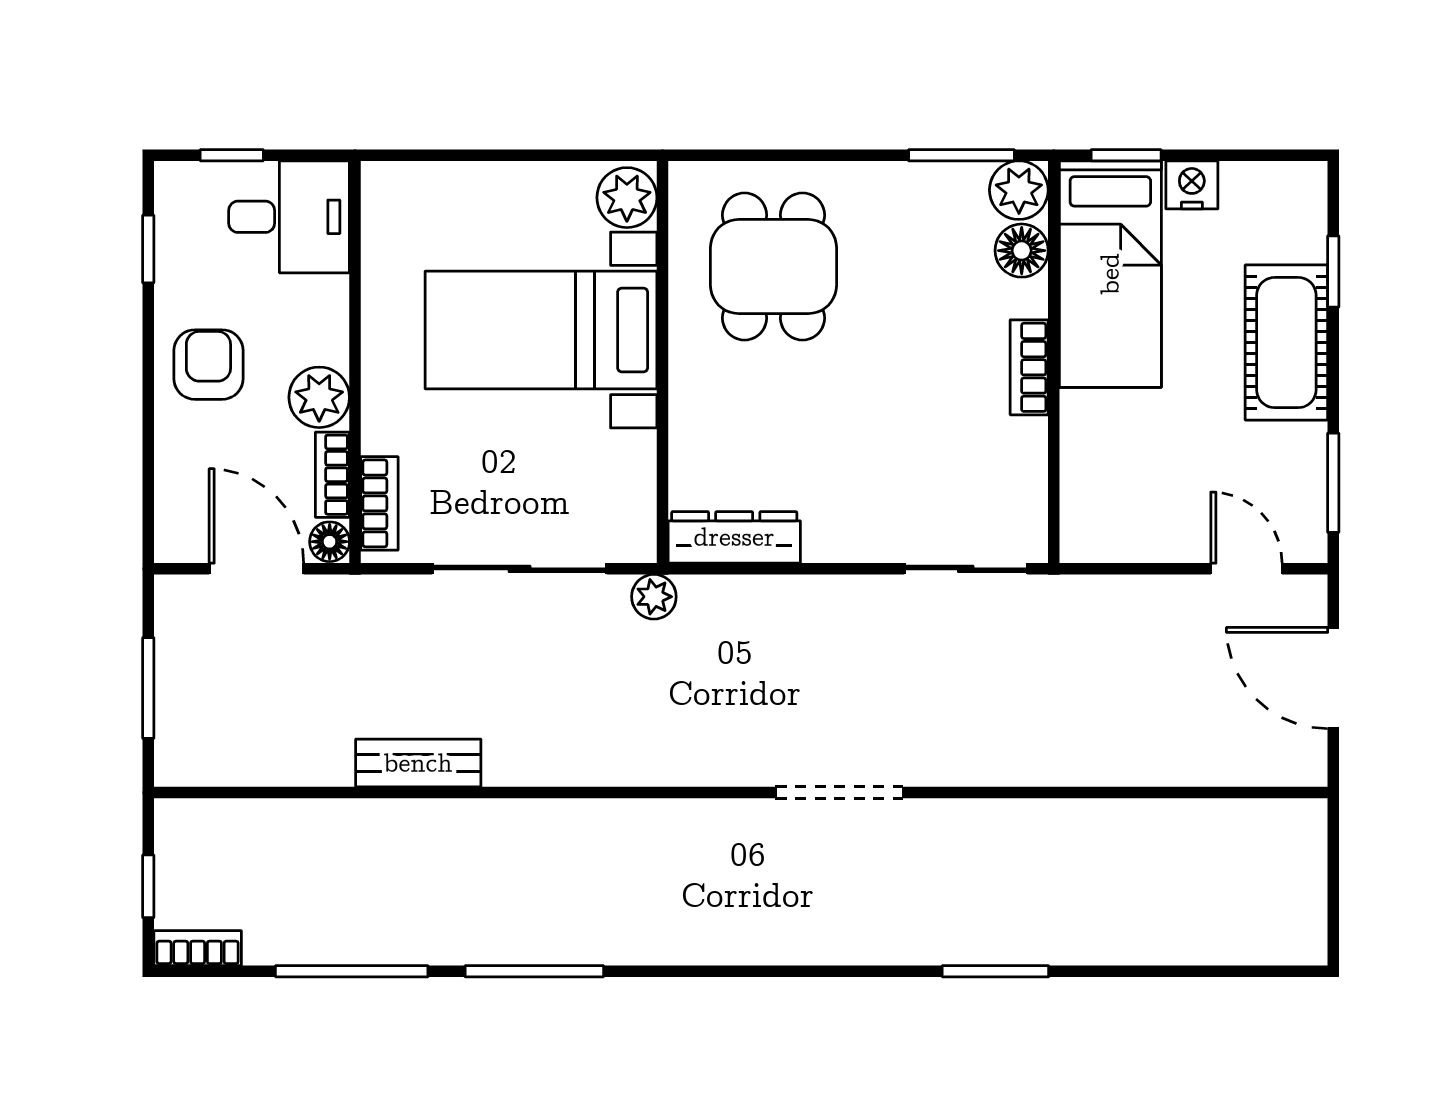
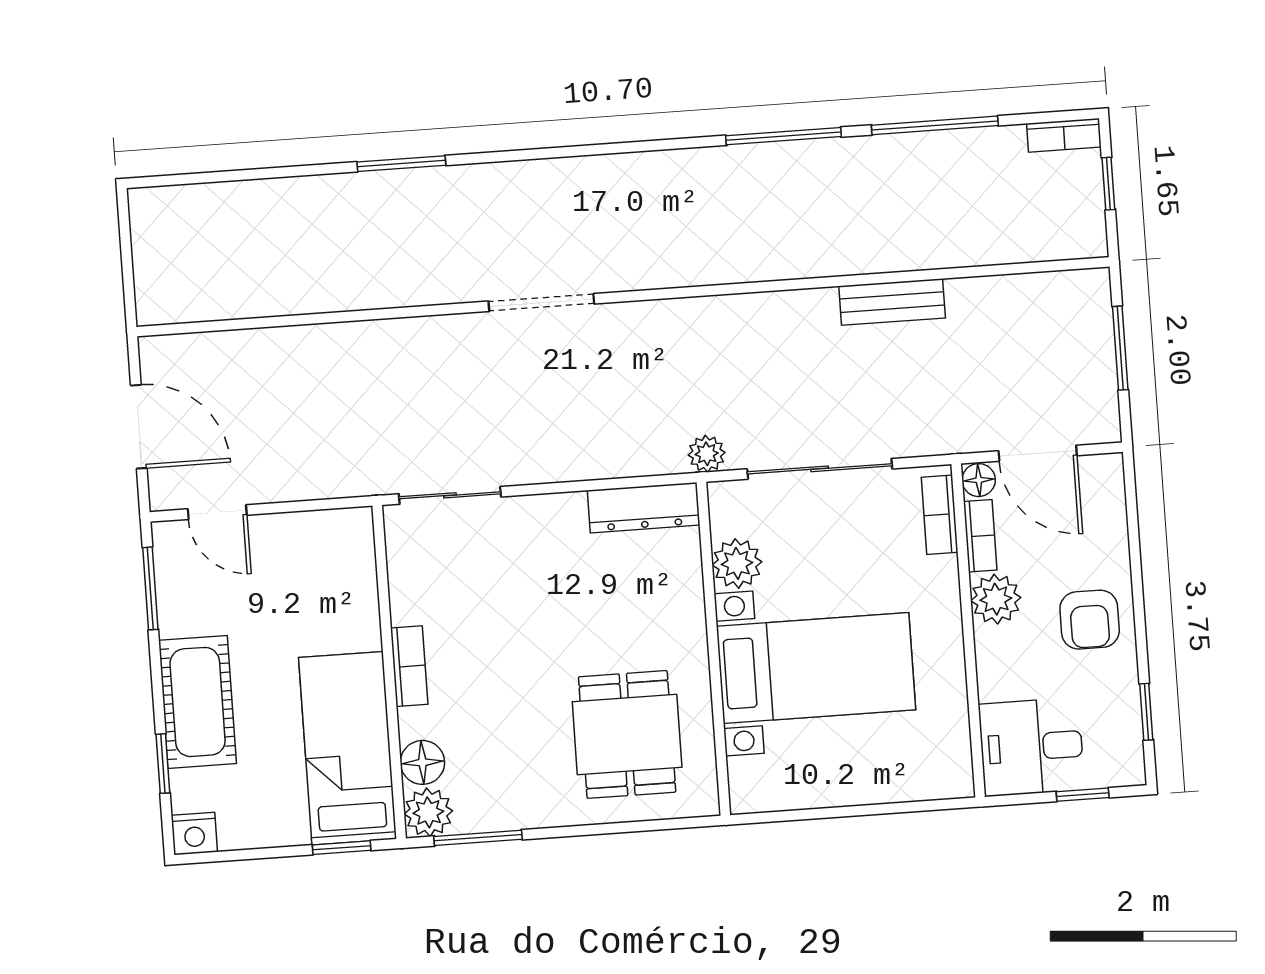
nightstand: (1192, 185) -> (194, 834), moved
plant: (627, 198) -> (737, 563), moved

